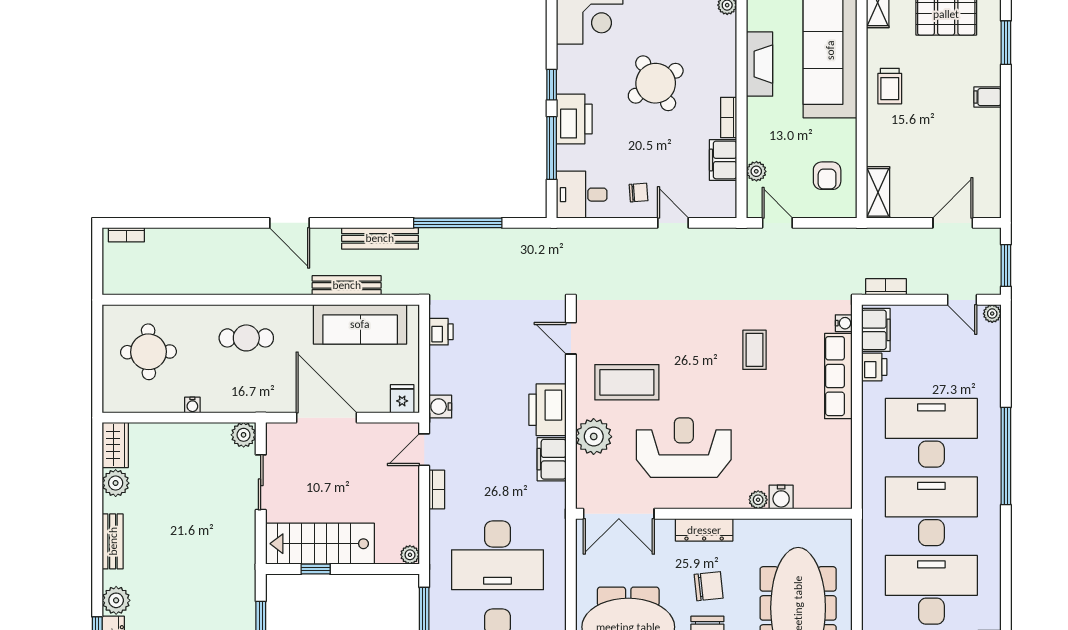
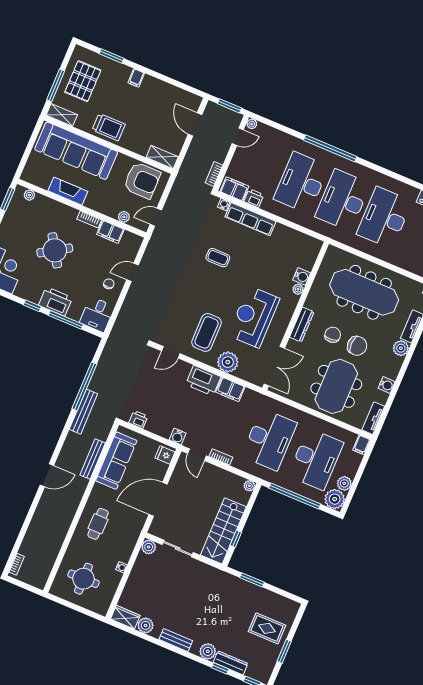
trolley: (890, 86) -> (109, 127), width x1.36, depth x1.39
armchair: (827, 176) -> (142, 180), width x1.88, depth x1.88
bench: (380, 238) -> (83, 412), moved

